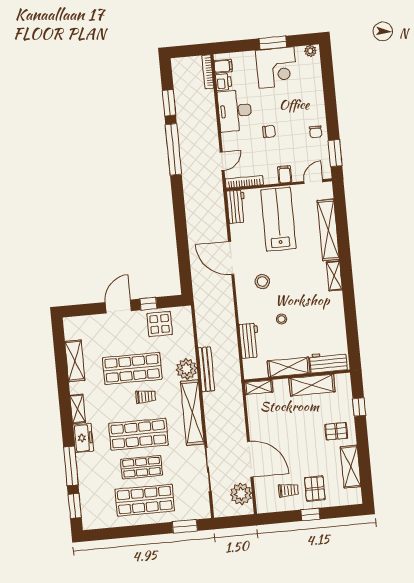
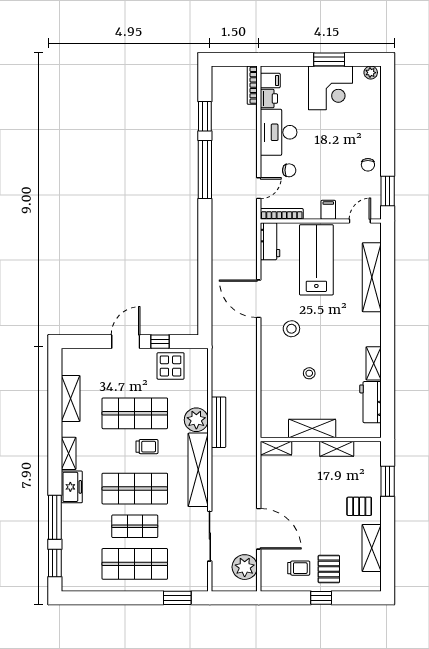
chair: (269, 131) -> (289, 170), moved
shelving: (334, 276) -> (374, 363), moved
workbench: (249, 341) -> (270, 394), removed
workbench: (328, 362) -> (370, 402), moved, turned -90
shelving: (312, 385) -> (337, 449), width x0.67, depth x0.75
window: (359, 407) -> (388, 481), width x1.50

